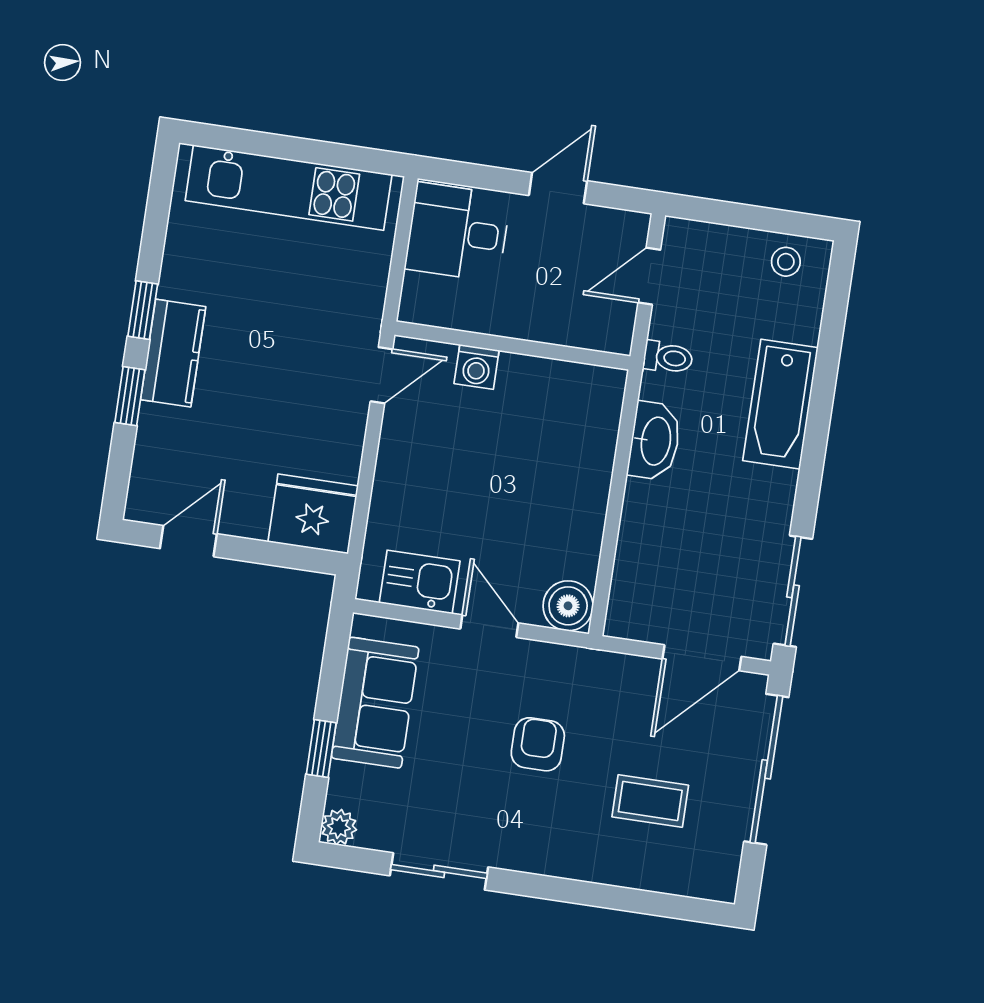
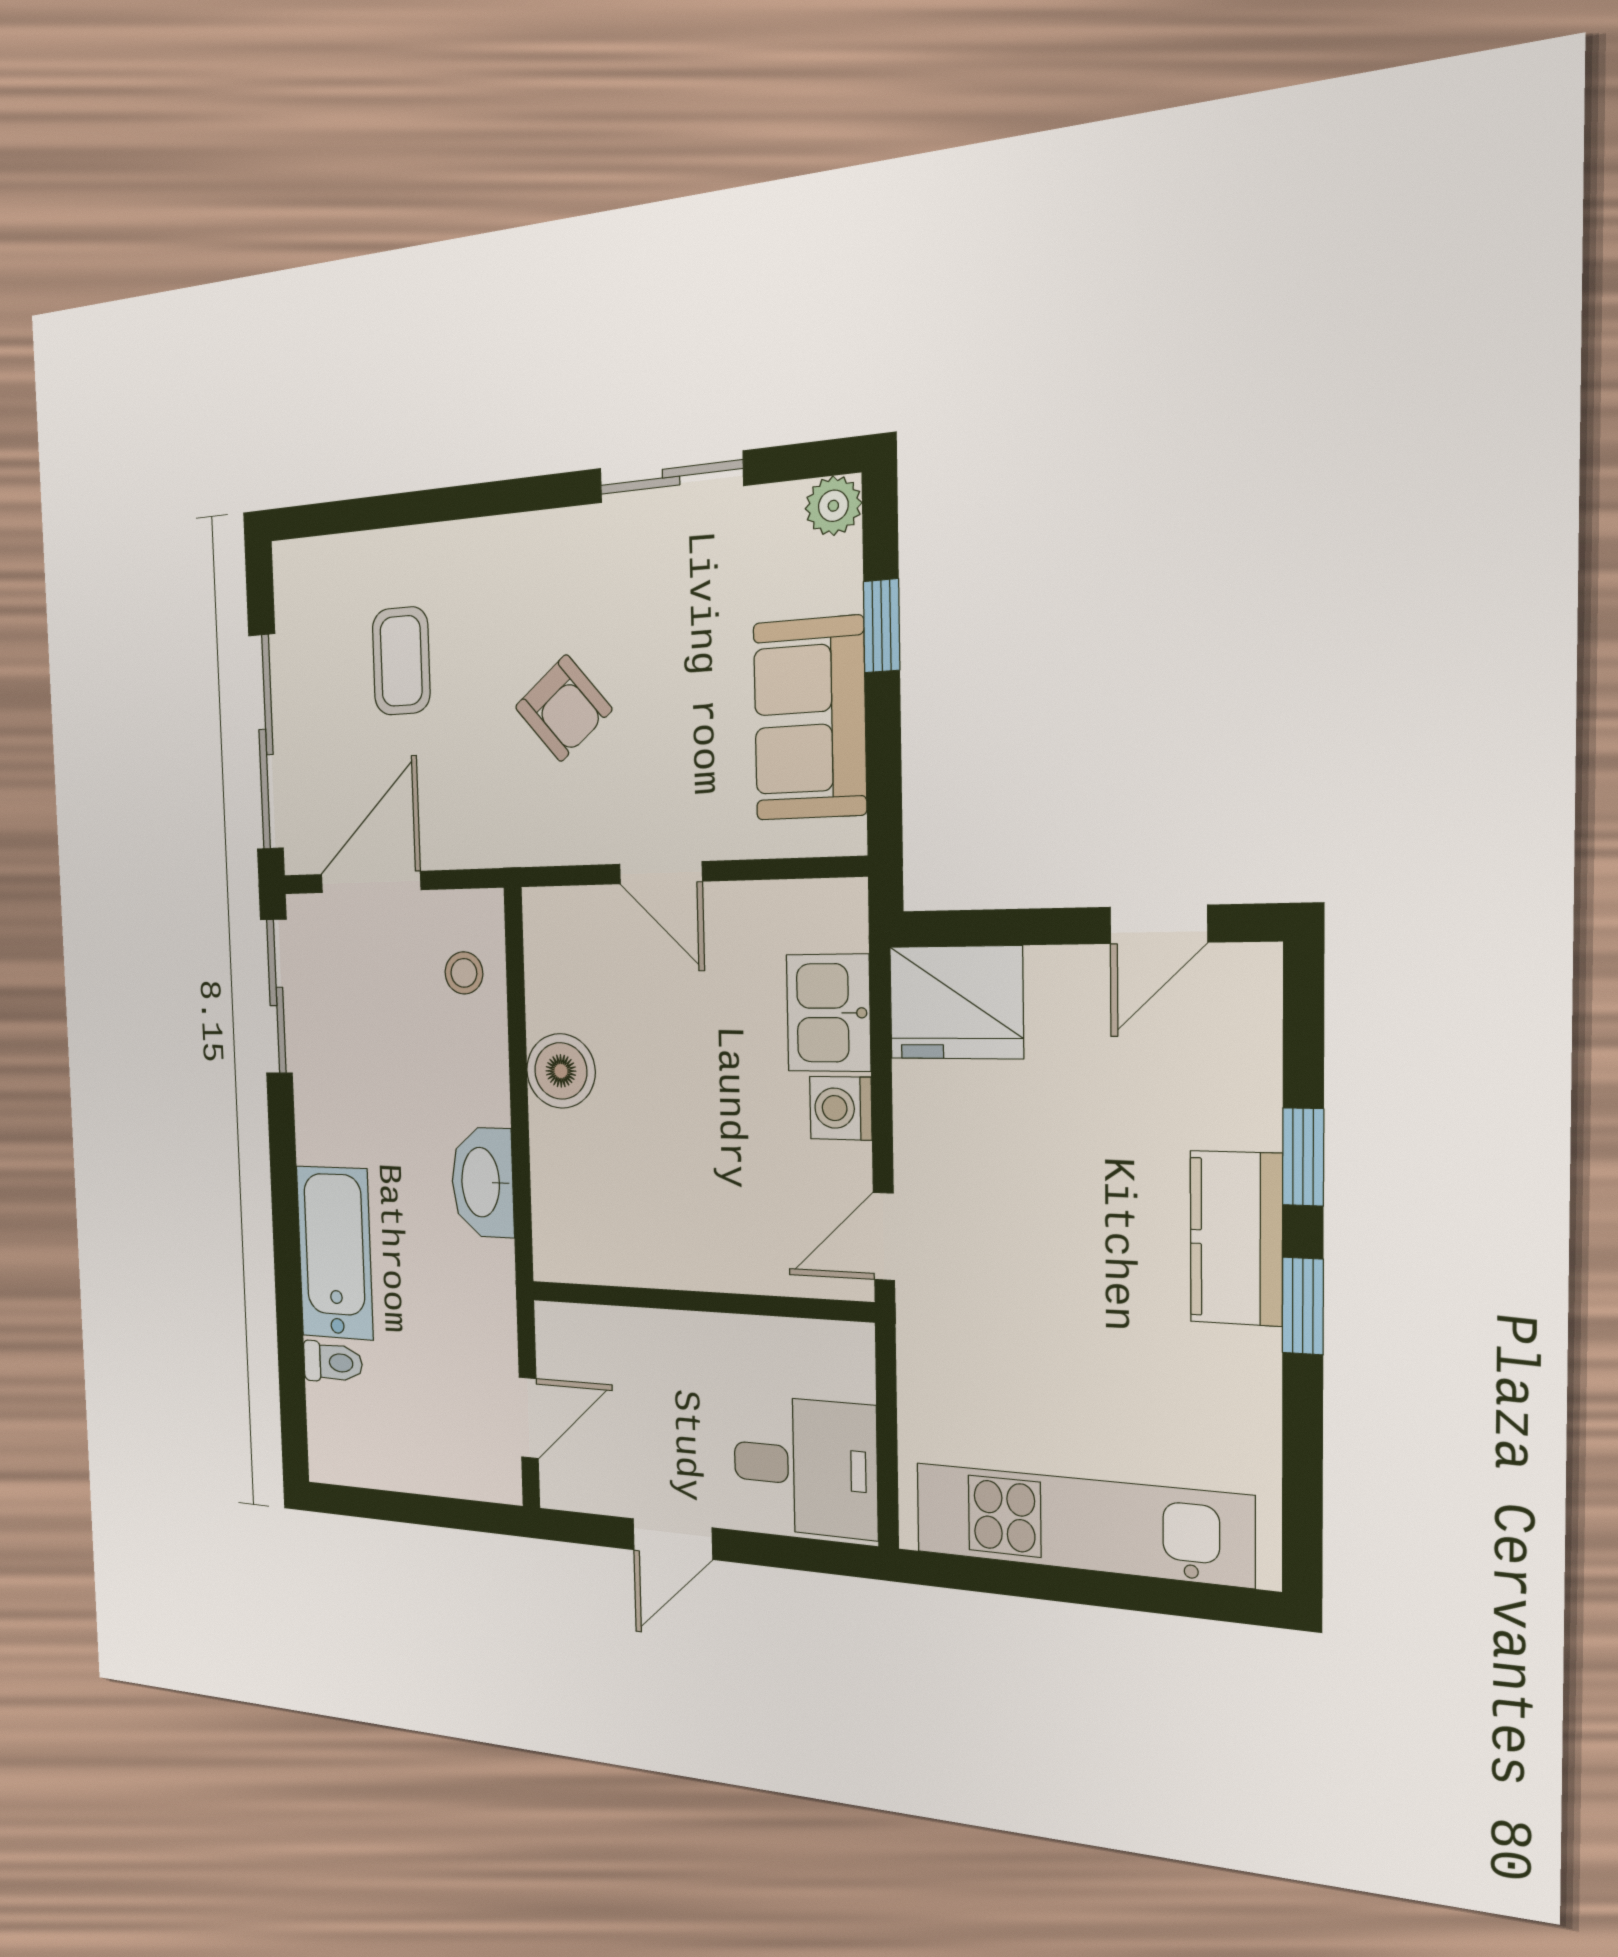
stool: (786, 262) -> (464, 973), moved
toilet: (668, 357) -> (333, 1362), moved, turned 180
washing machine: (477, 367) -> (841, 1108), moved, turned -90
kitchen sink: (420, 582) -> (828, 1013), moved, turned 90
boiler: (568, 606) -> (561, 1071), moved
armchair: (538, 744) -> (563, 708), turned -40
coffee table: (650, 801) -> (401, 661), turned 90

